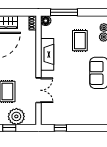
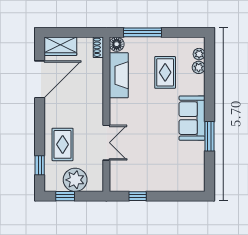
fireplace: (47, 54) -> (119, 75), moved

